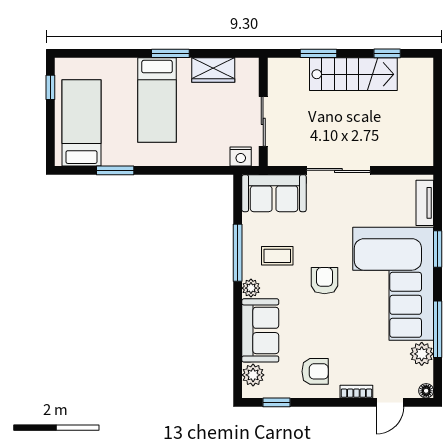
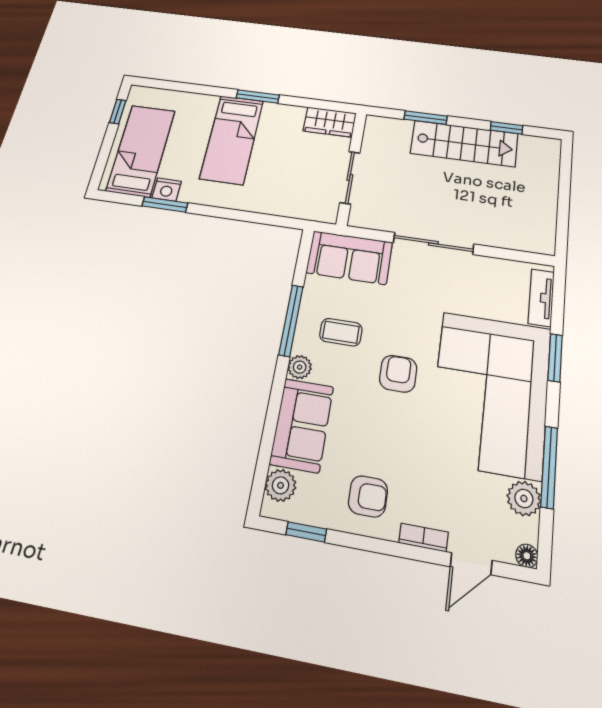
wardrobe: (213, 70) -> (330, 122), moved
nightstand: (241, 157) -> (167, 190), moved

